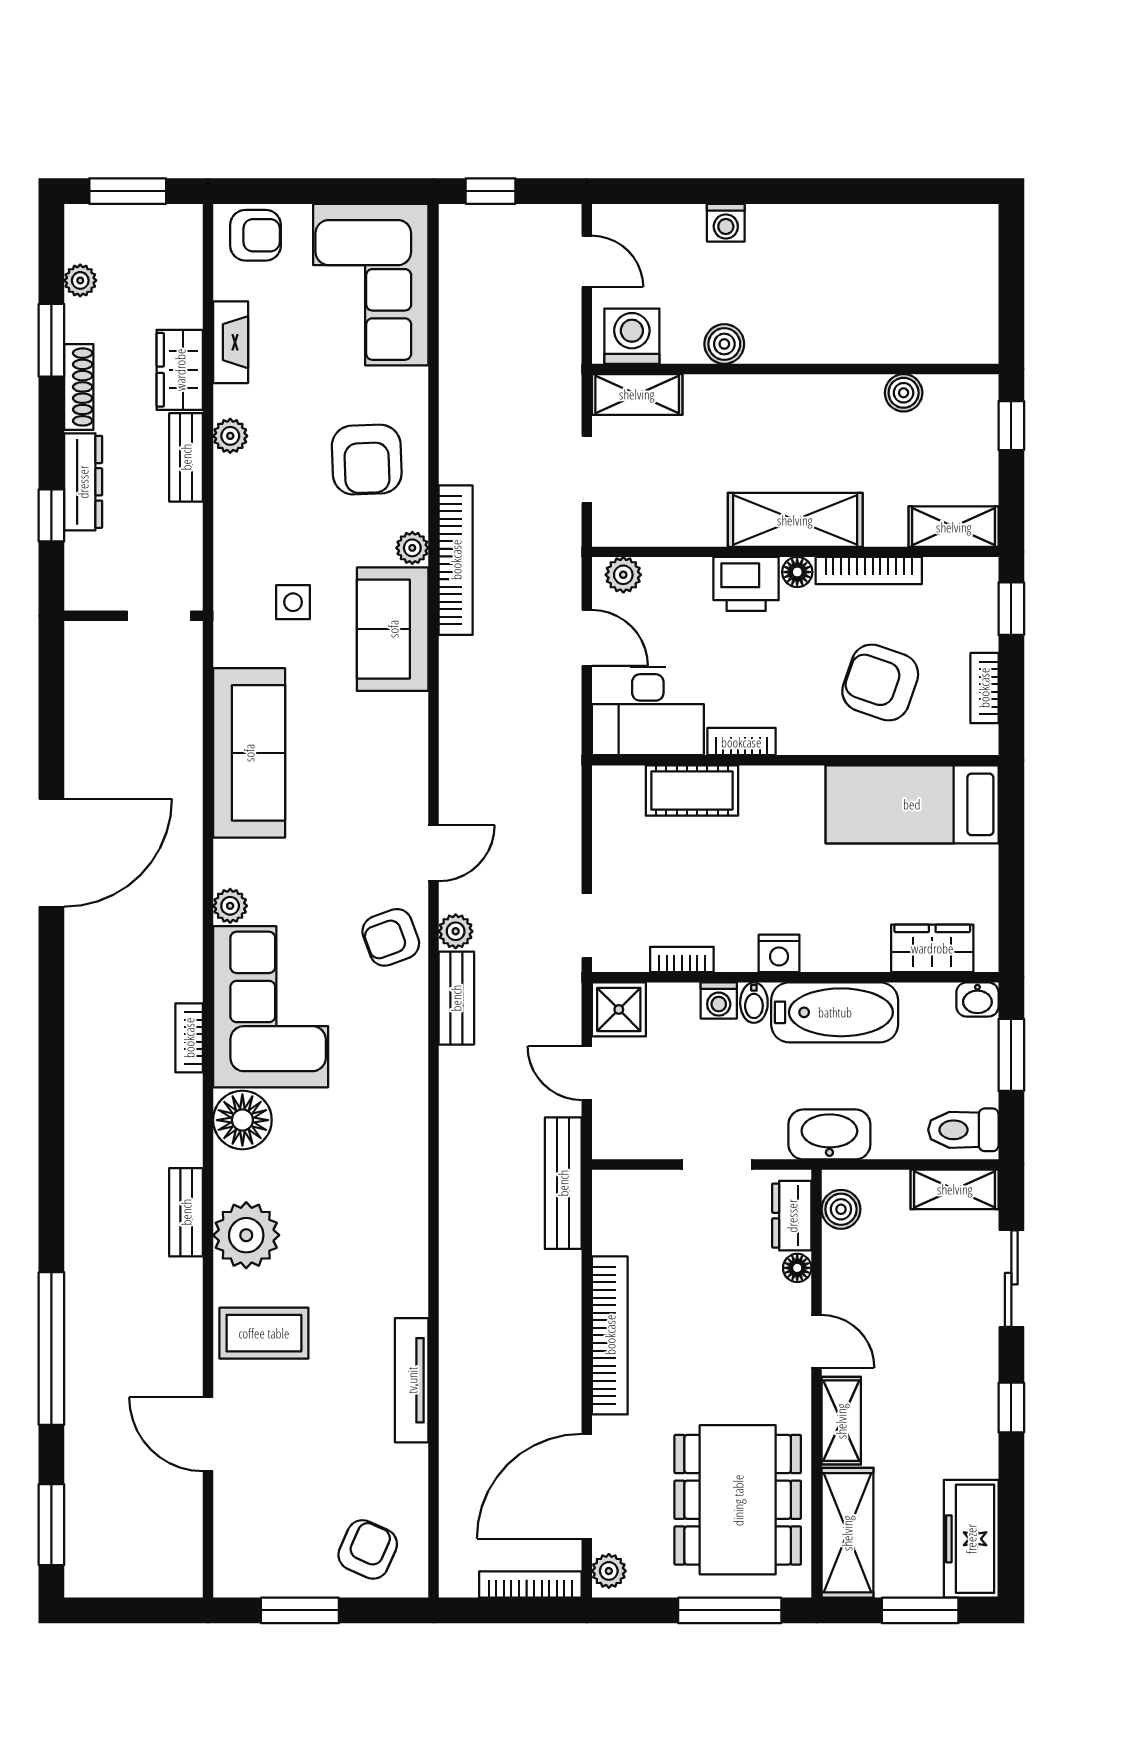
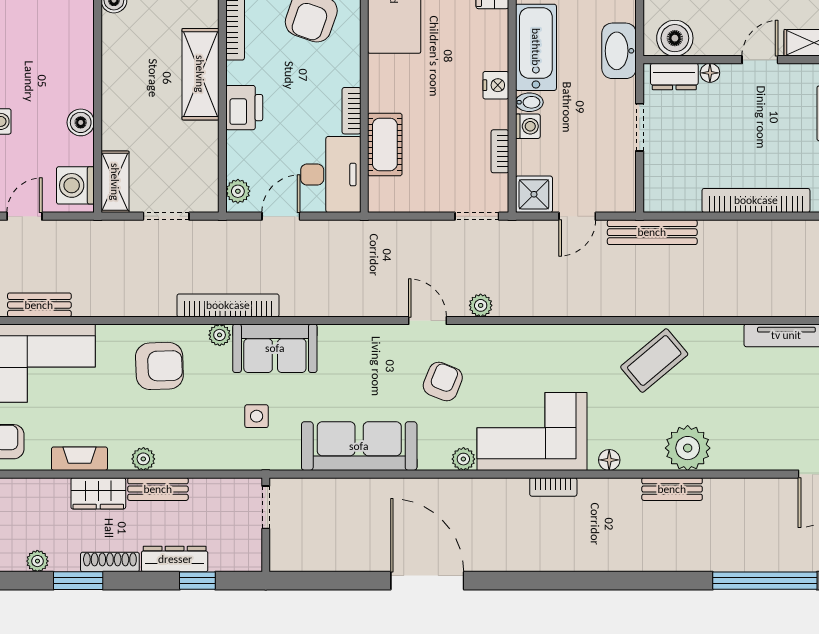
floor lamp: (797, 572) -> (236, 73), removed
armchair: (391, 937) -> (443, 382), moved, turned -138
bench: (456, 998) -> (39, 305), moved
floor lamp: (242, 1120) -> (609, 460), width x0.53, depth x0.53
boiler: (841, 1209) -> (675, 38), width x1.36, depth x1.36
coffee table: (264, 1333) -> (654, 361), moved, turned 50

